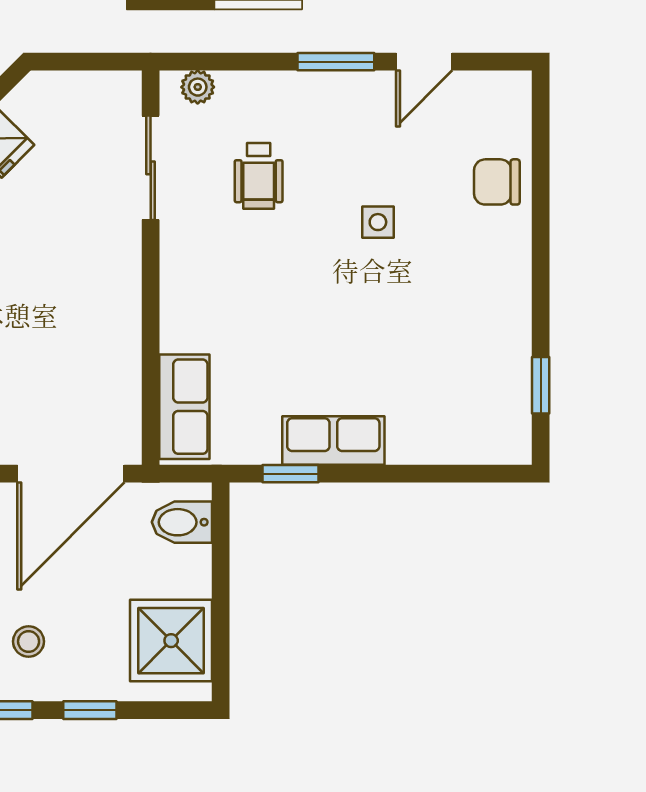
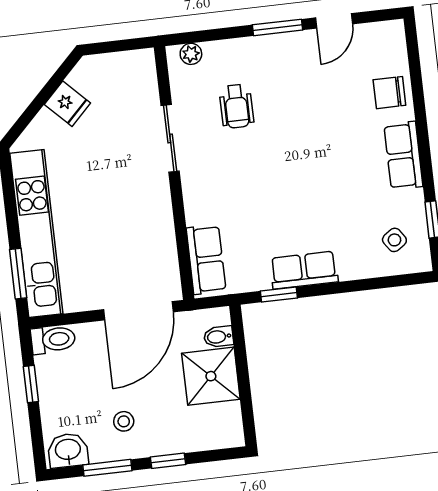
sliding door: (151, 168) -> (170, 138), moved
side table: (378, 222) -> (394, 240), moved, turned -35
row of seats: (507, 282) -> (403, 156), added
bidet: (182, 522) -> (219, 337), width x0.72, depth x0.74
shower: (171, 641) -> (211, 376), moved

